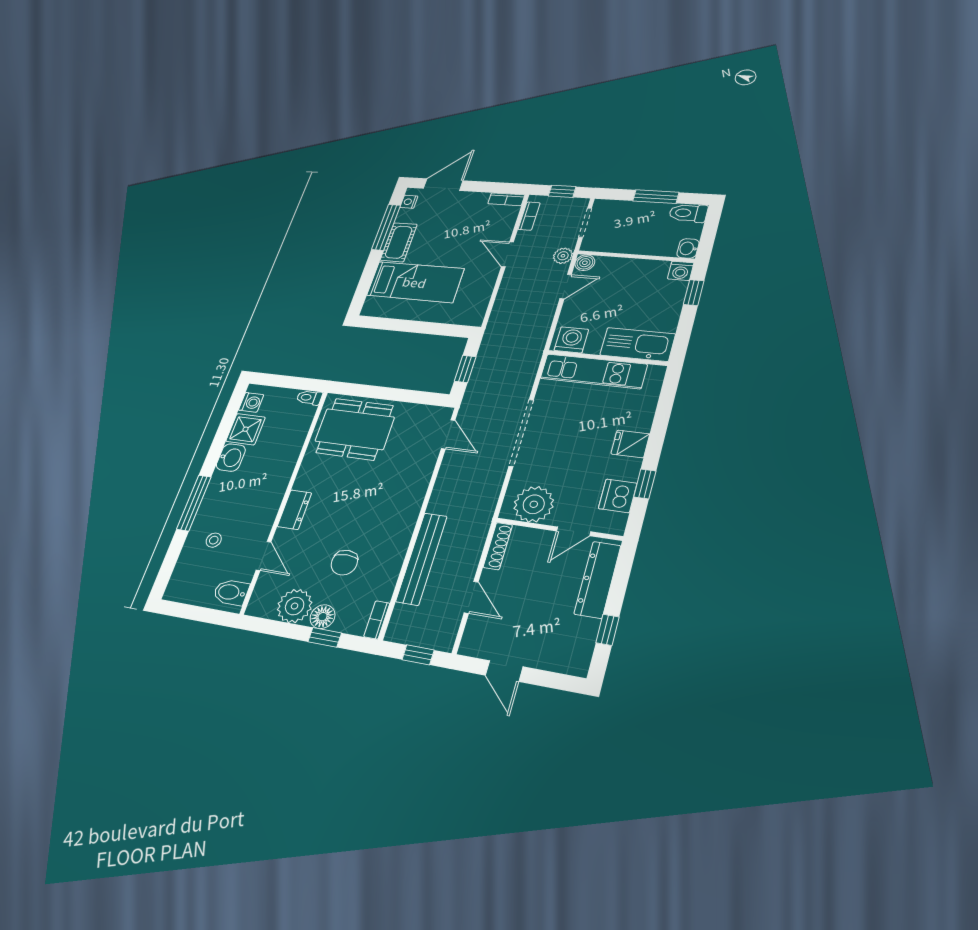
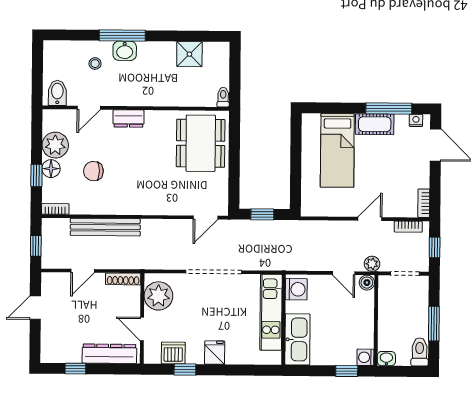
washing machine: (251, 402) -> (213, 50), removed
washbasin: (231, 457) -> (125, 51), moved

